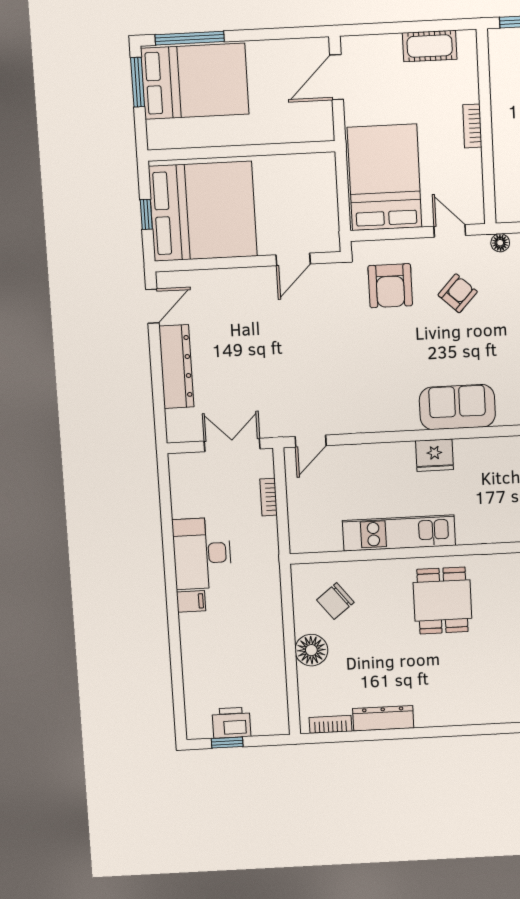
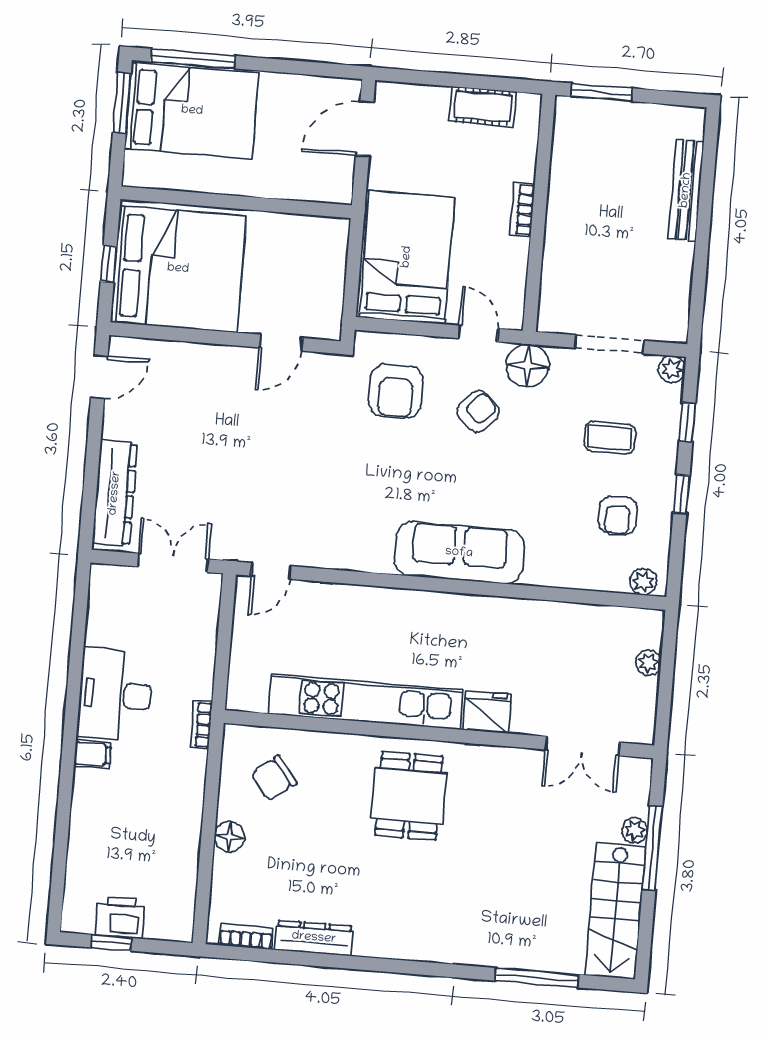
floor lamp: (500, 243) -> (527, 365), width x1.89, depth x1.89
dresser: (176, 367) -> (115, 493), moved
sofa: (457, 407) -> (459, 553), width x1.36
fridge: (434, 455) -> (487, 712), moved, turned 180
bookcase: (268, 497) -> (201, 724), moved
kitchen unit: (399, 533) -> (366, 702), width x1.36
floor lamp: (311, 650) -> (229, 837), width x0.73, depth x0.73

